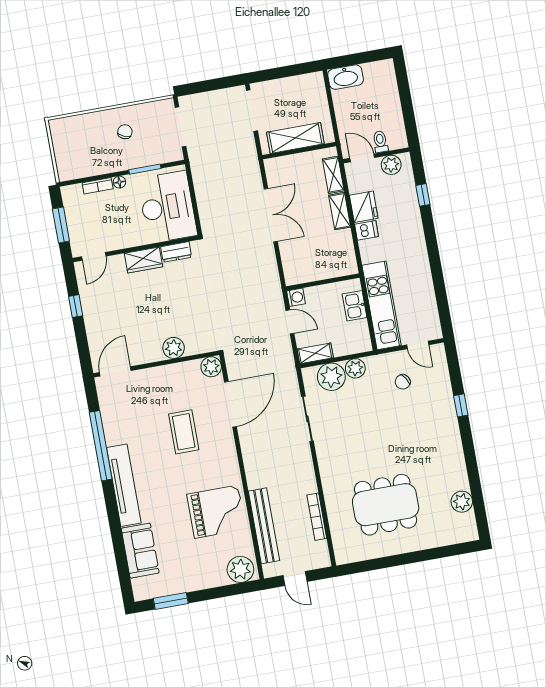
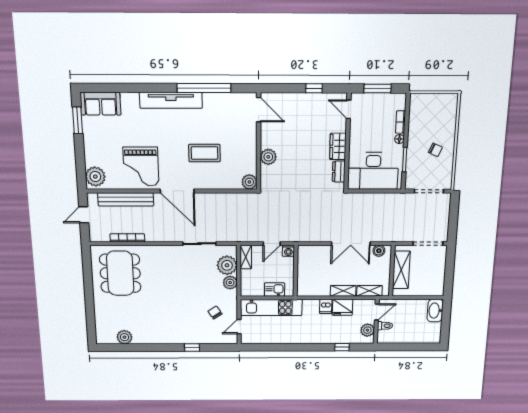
boiler: (274, 175) -> (379, 251), added
door: (230, 404) -> (177, 191), moved
dining table: (386, 505) -> (120, 273), moved
sofa: (140, 551) -> (100, 104), moved

